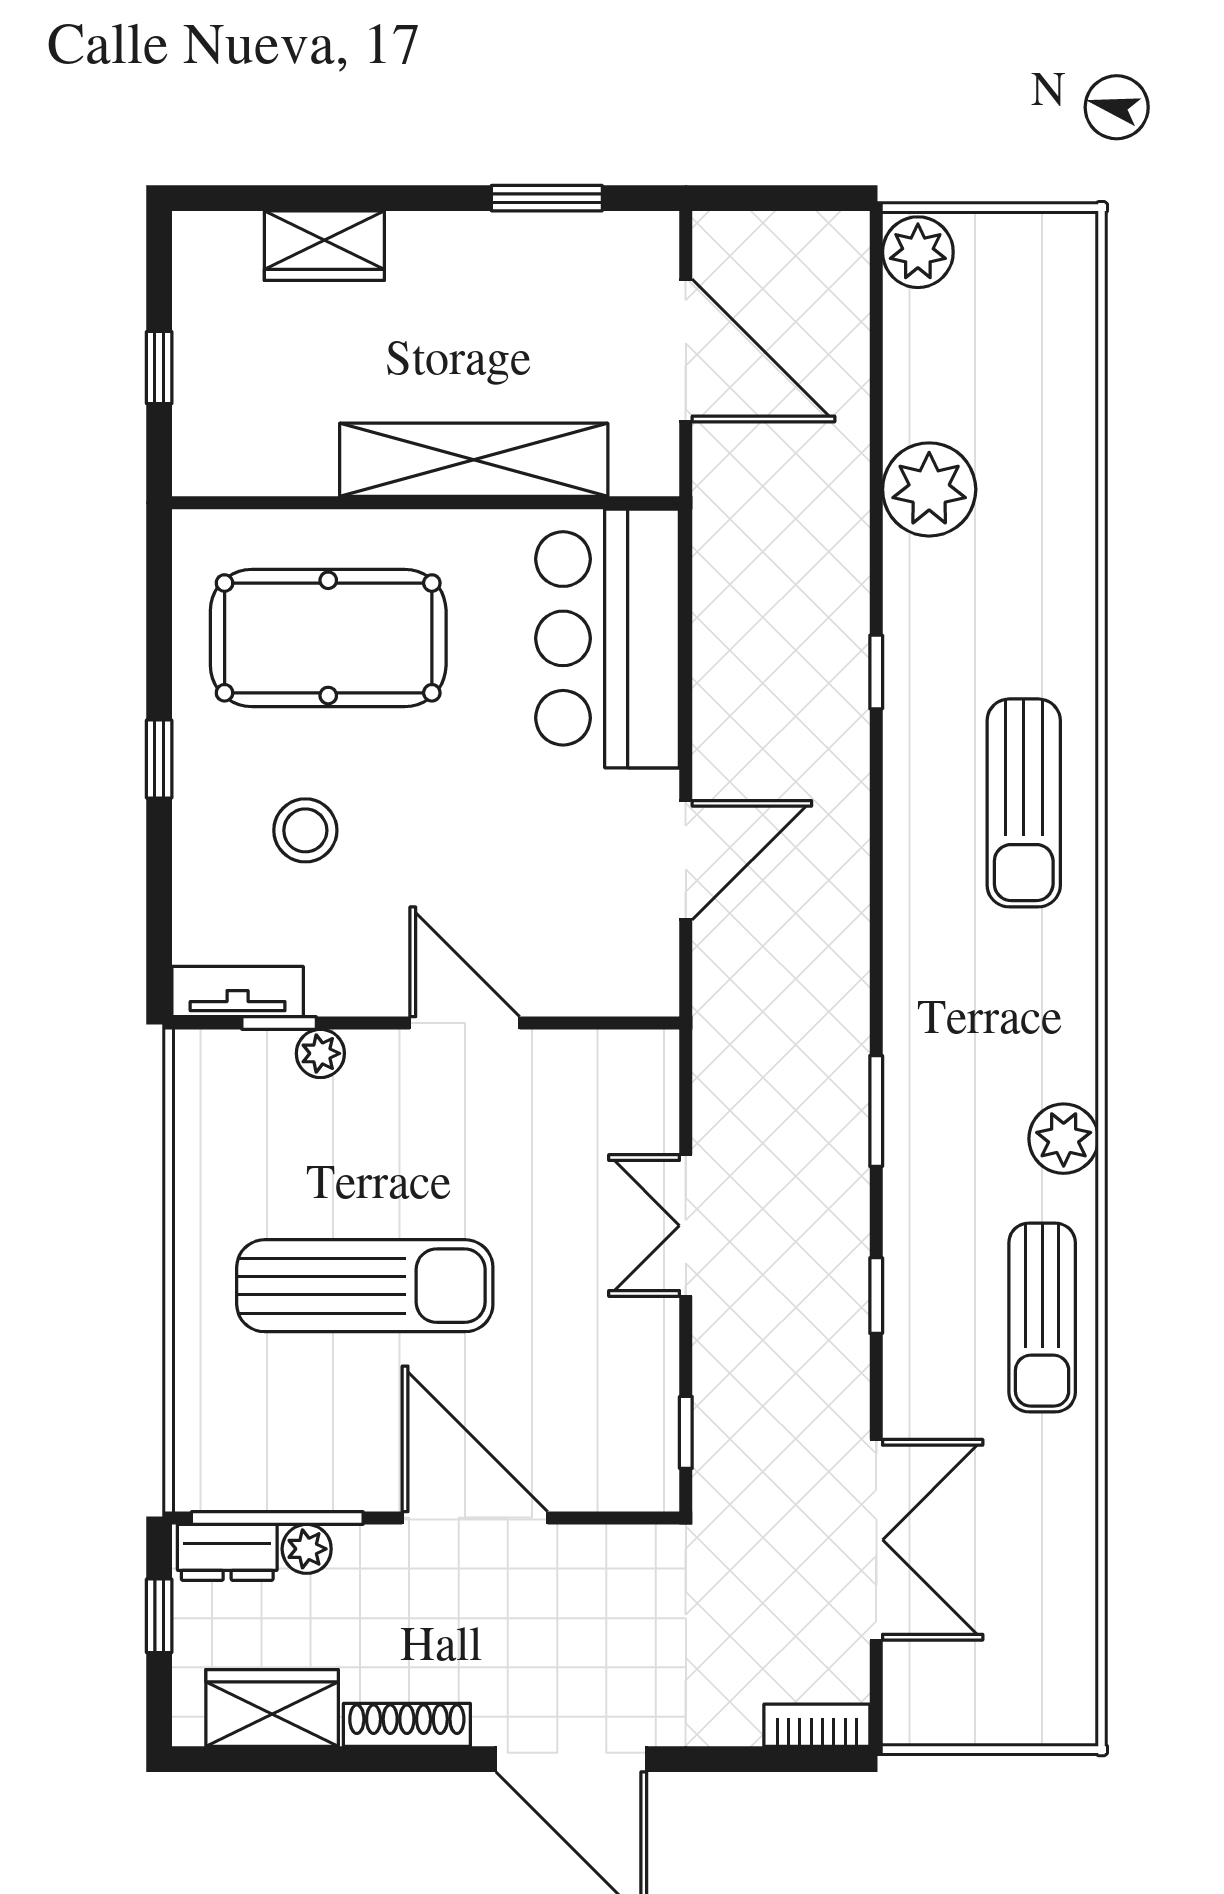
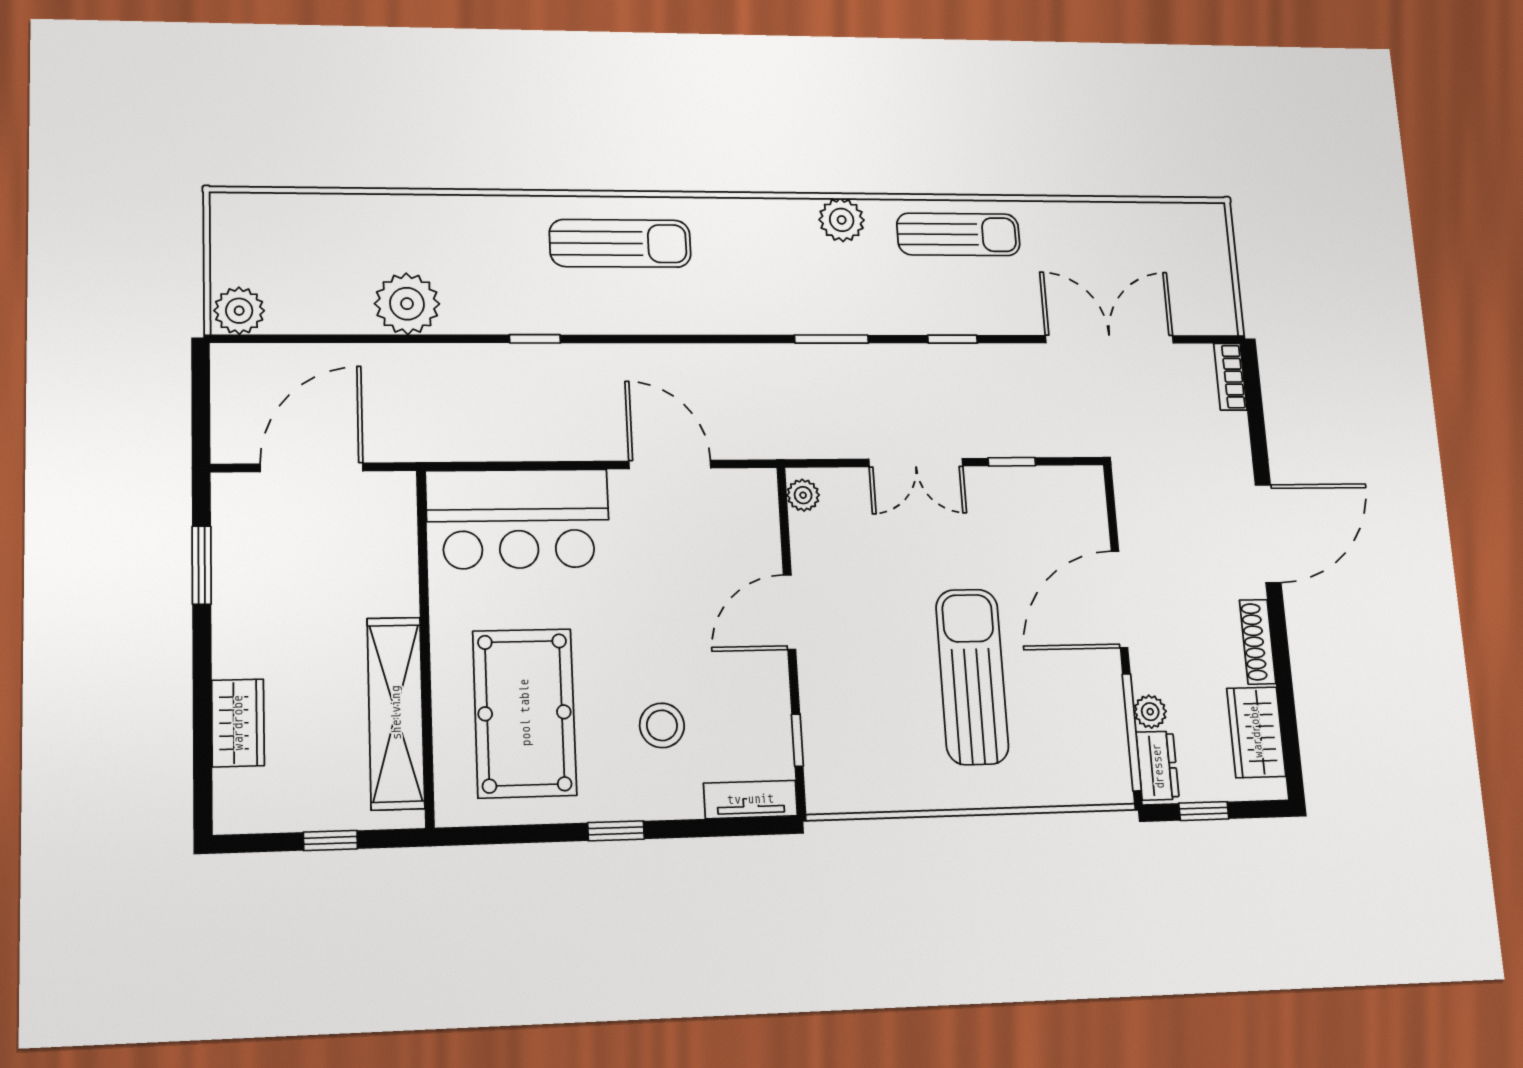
shelving: (474, 460) -> (396, 713), moved
tv unit: (238, 992) -> (751, 799), moved, turned 90
plant: (320, 1053) -> (803, 495), moved
window: (686, 1432) -> (1012, 462), moved

